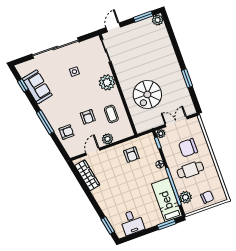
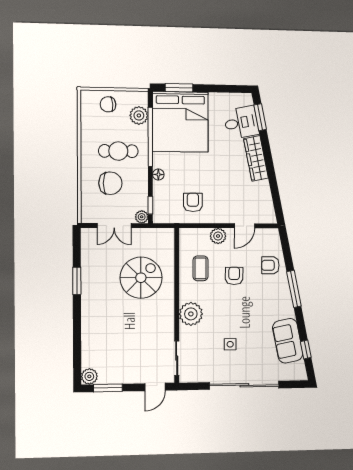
wardrobe: (87, 175) -> (256, 158), moved
bed: (167, 200) -> (180, 122), width x2.04
desk: (132, 222) -> (241, 123), moved, turned 79

